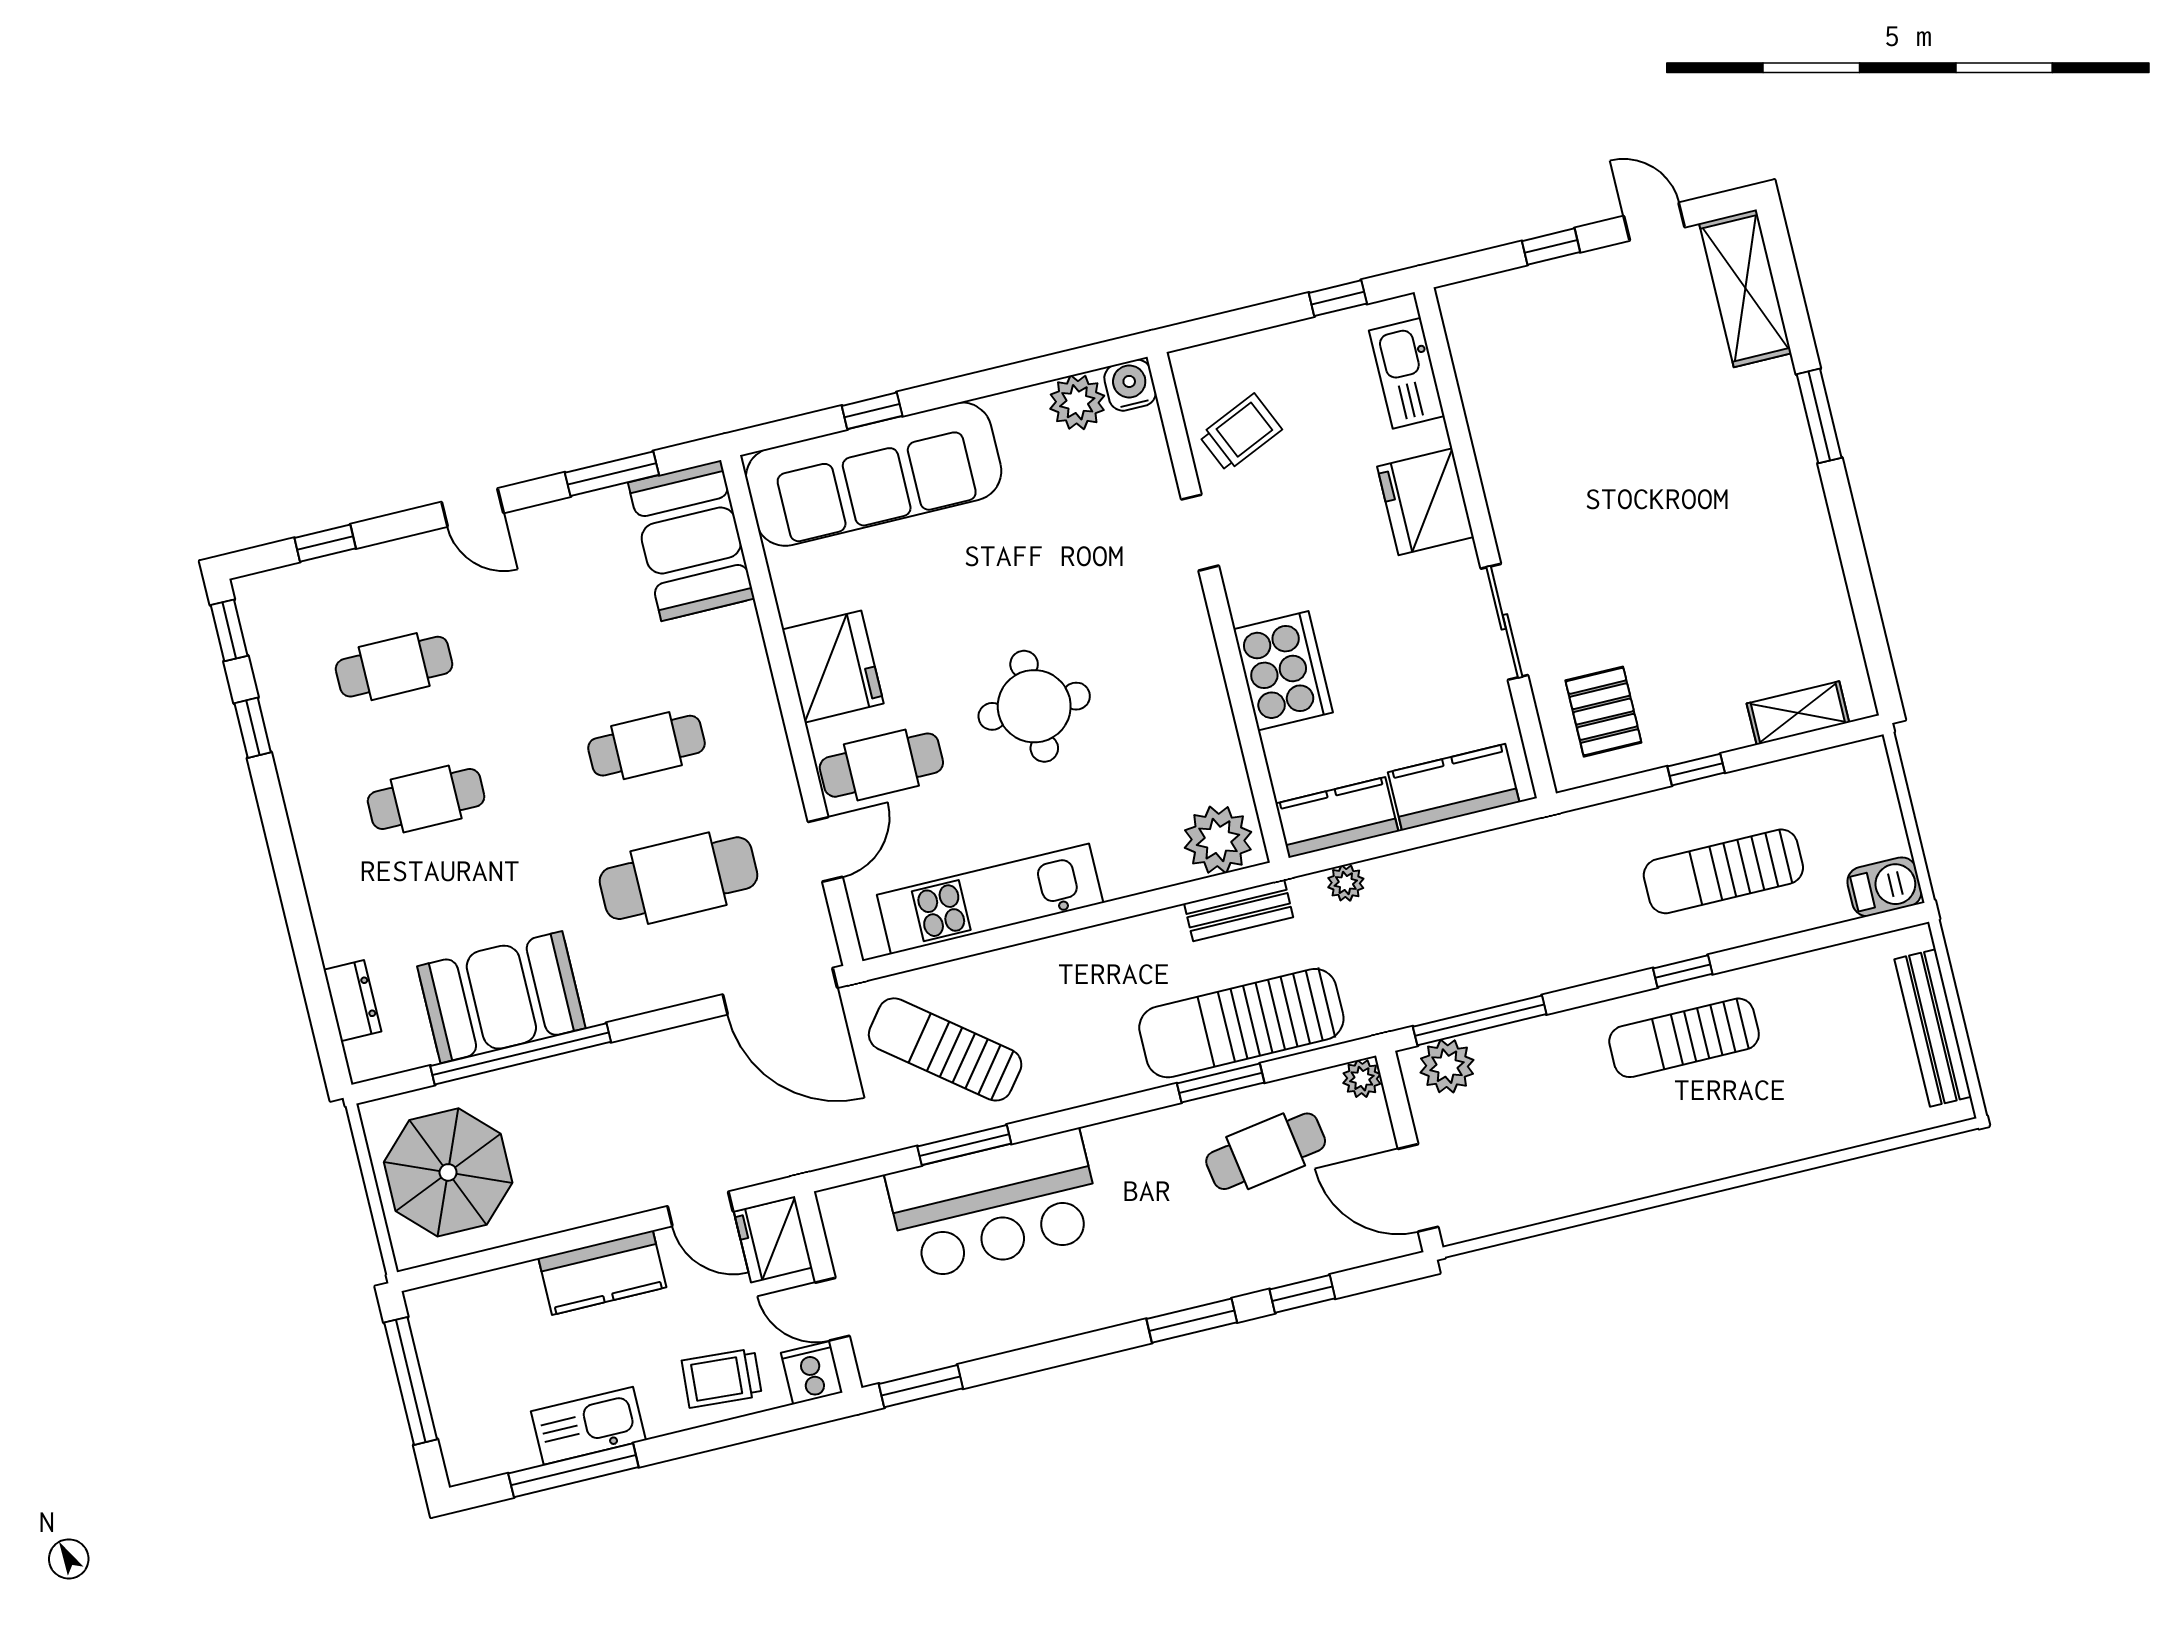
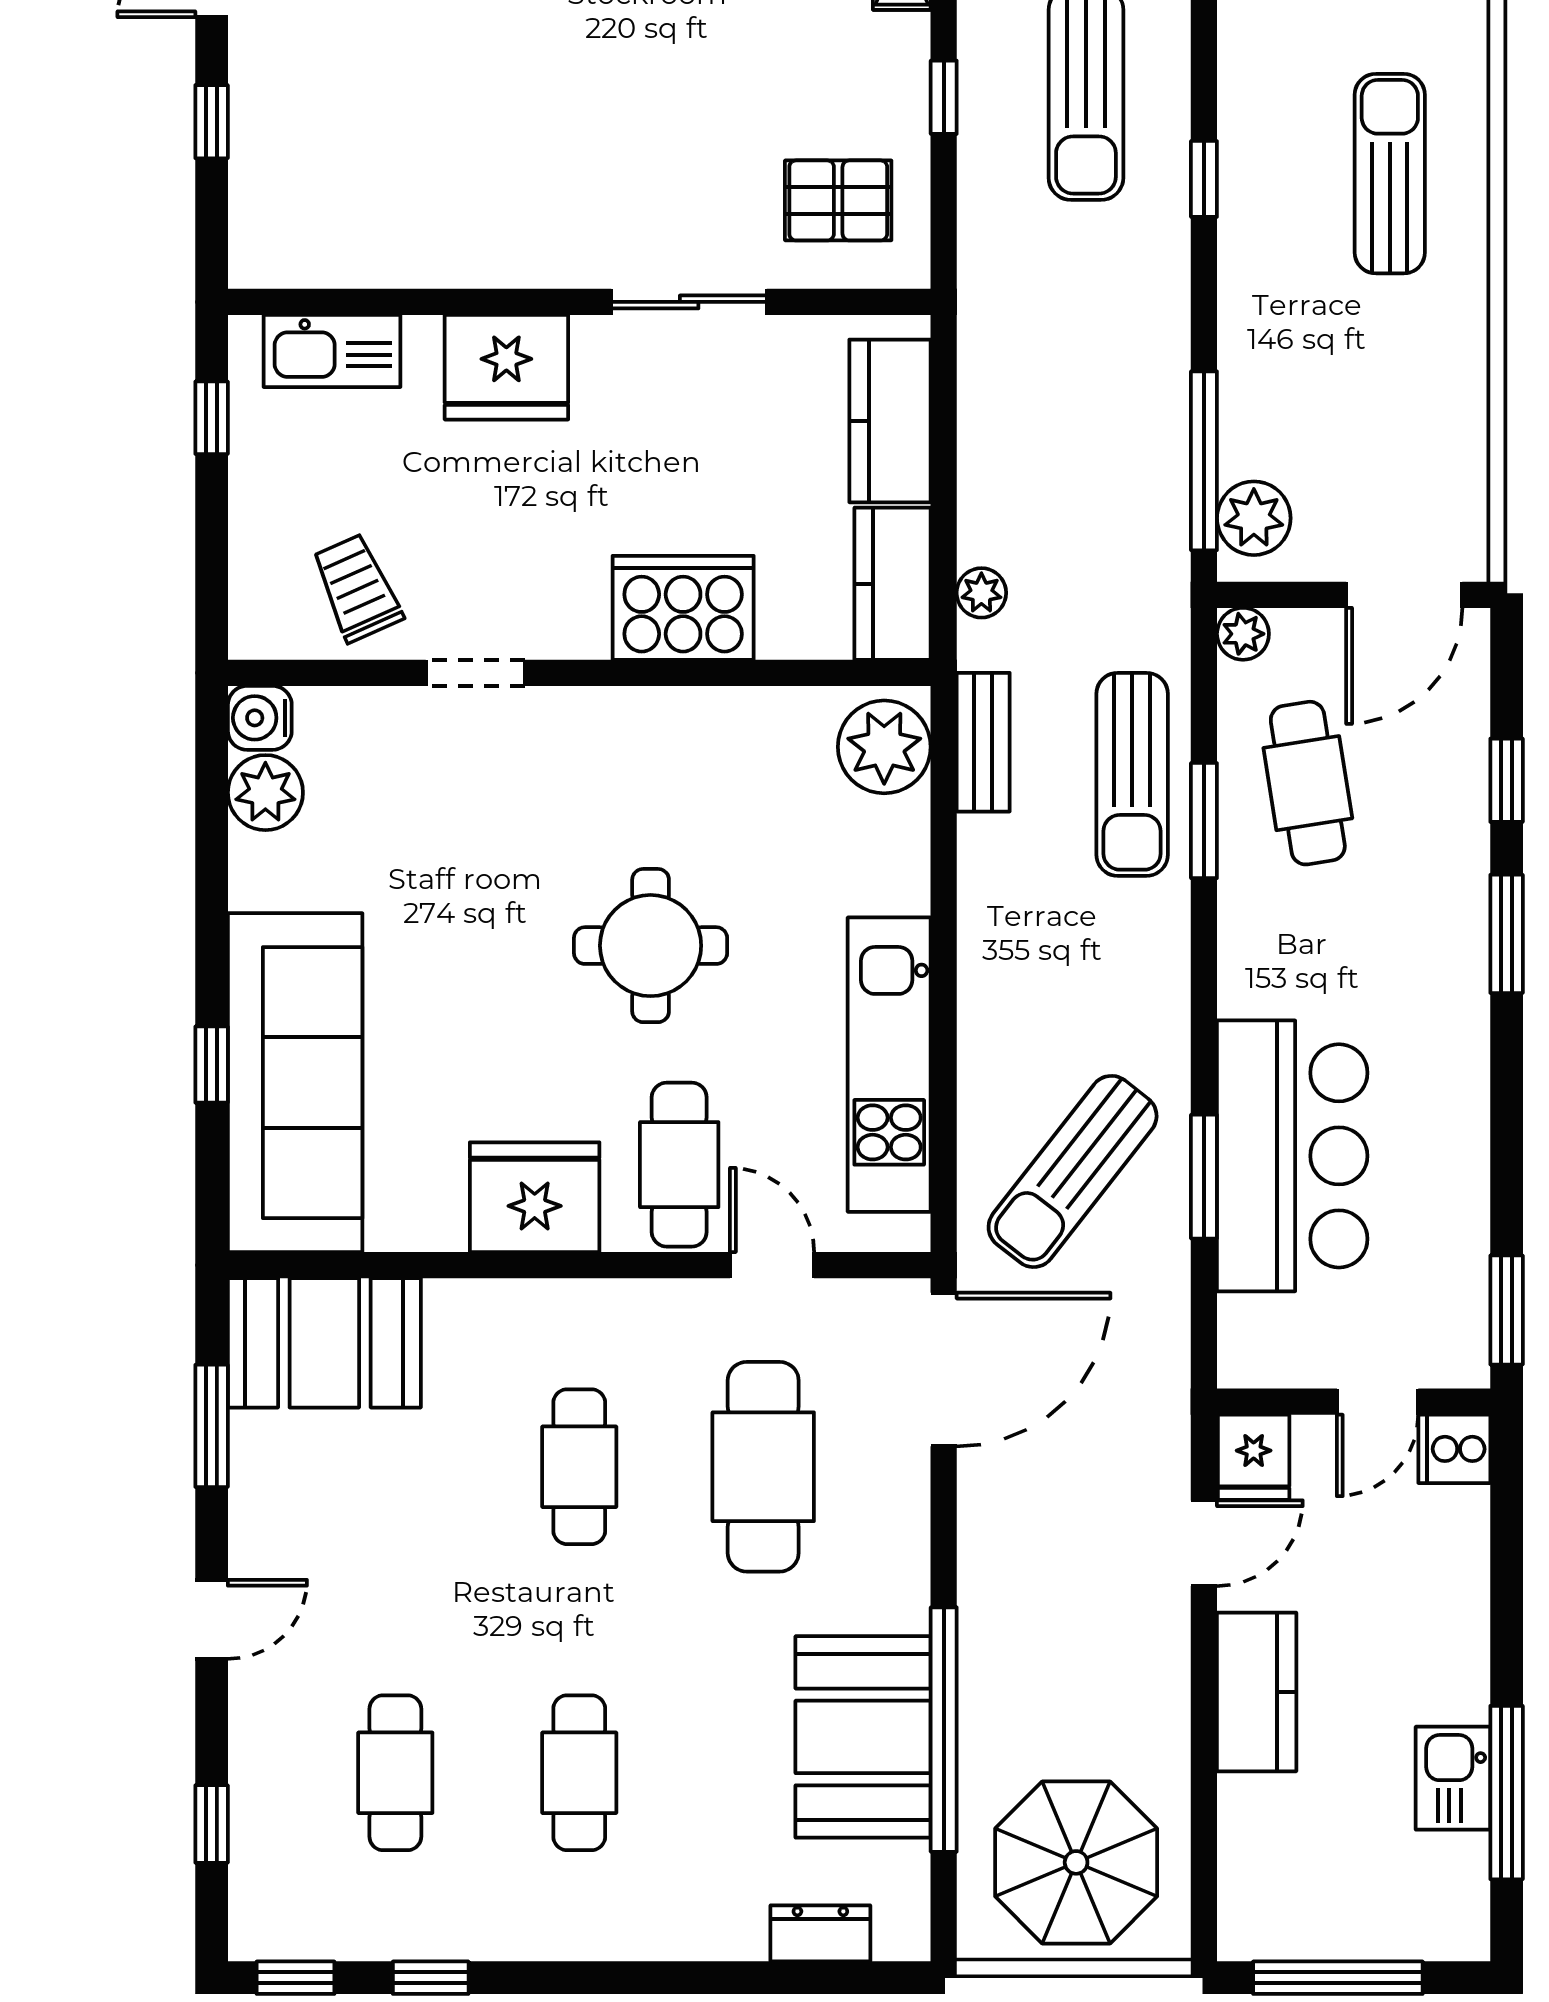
sun lounger: (1241, 1023) -> (1132, 774), width x0.73, depth x0.75
sun lounger: (1684, 1038) -> (1390, 174), moved, turned 180
fridge: (773, 1240) -> (1254, 1457), width x0.72
trolley: (722, 1378) -> (1433, 1569), removed
kitchen sink: (588, 1426) -> (1453, 1778), width x0.73

